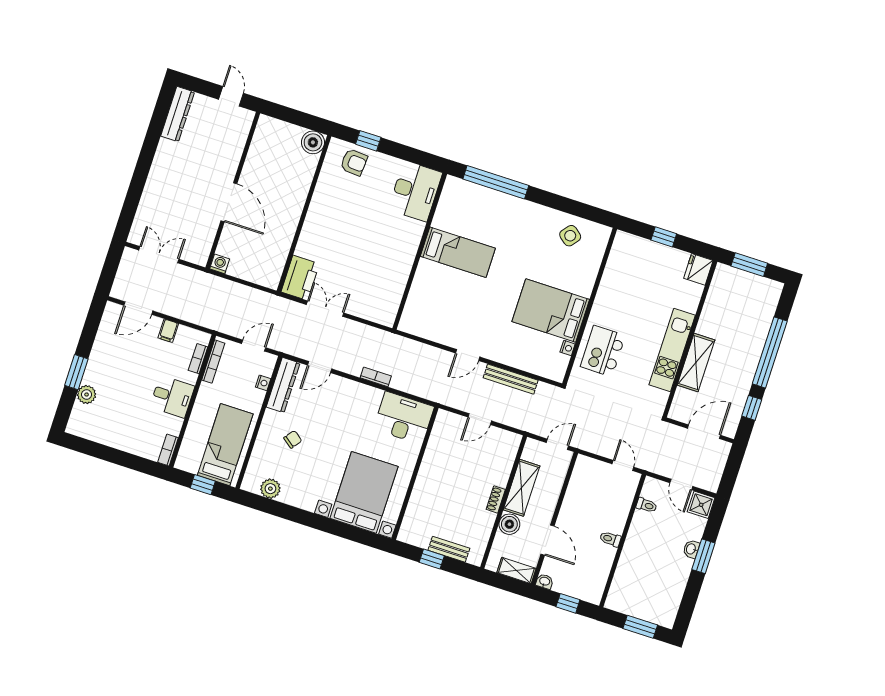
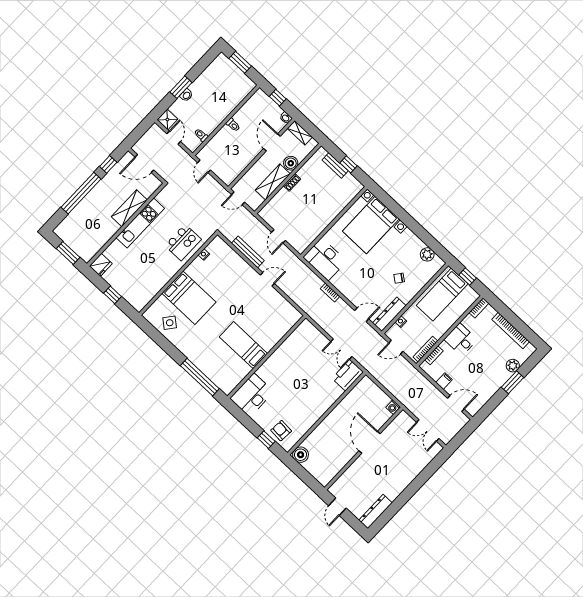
bed: (551, 311) -> (189, 298), moved
door: (480, 419) -> (278, 236), swing flipped
bookcase: (111, 440) -> (511, 330), added

